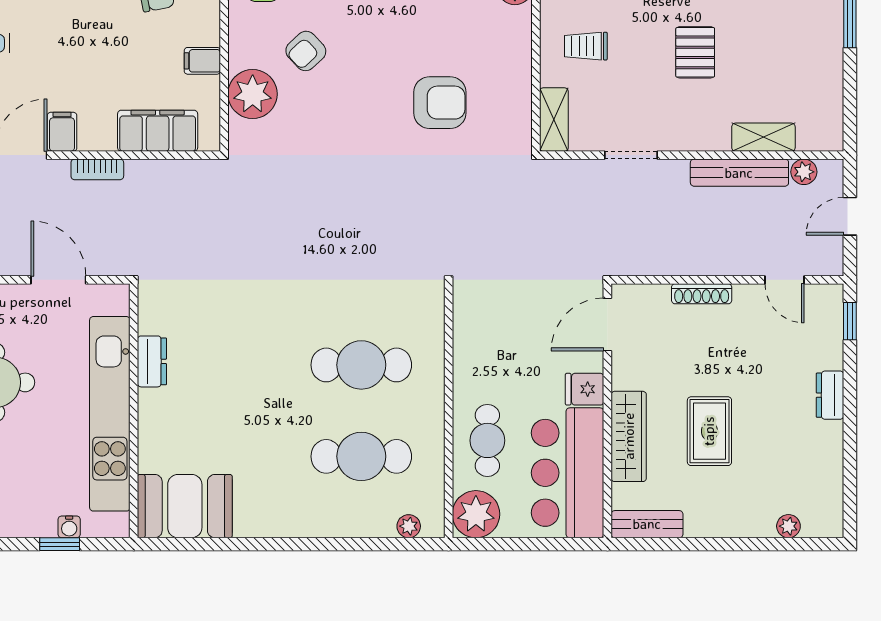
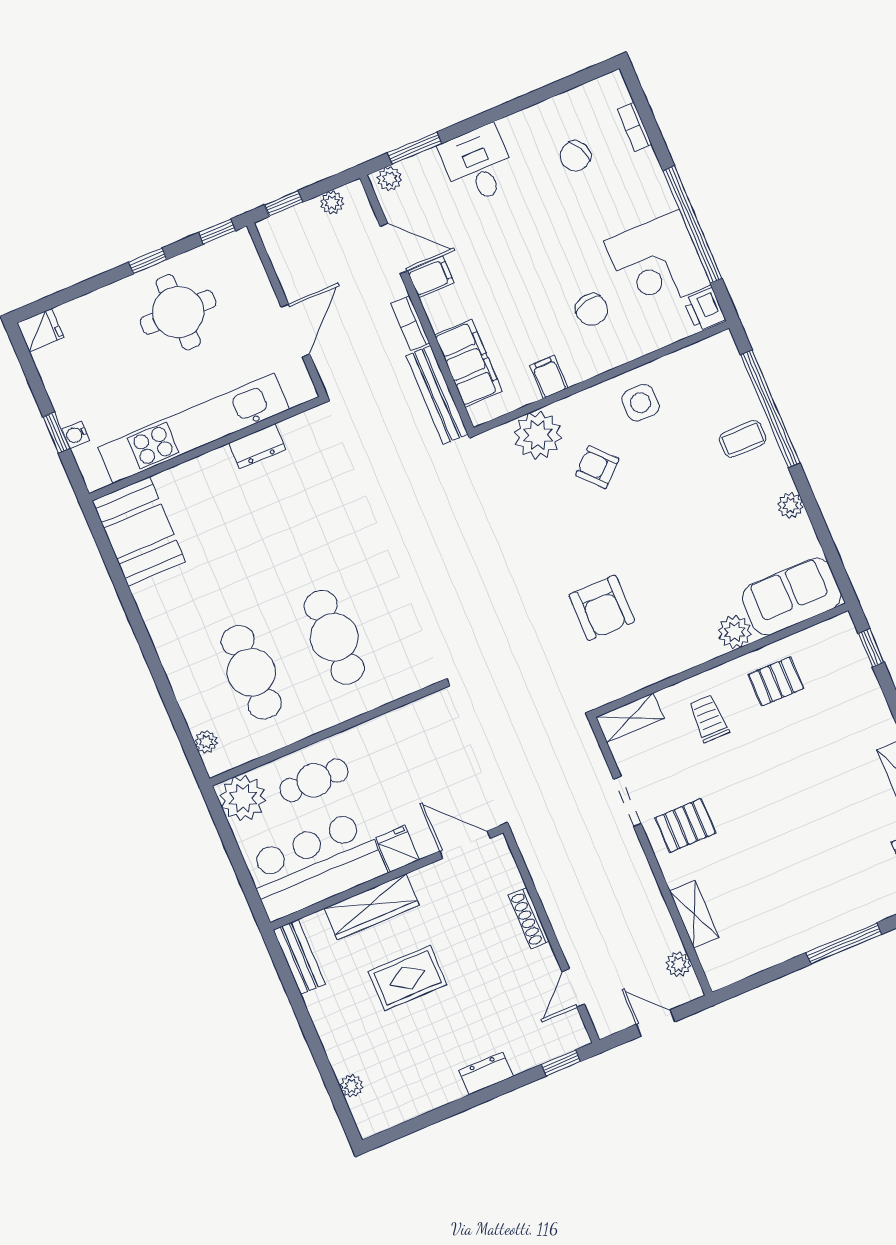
pallet: (695, 52) -> (685, 825), moved
bench: (739, 173) -> (437, 395), moved

